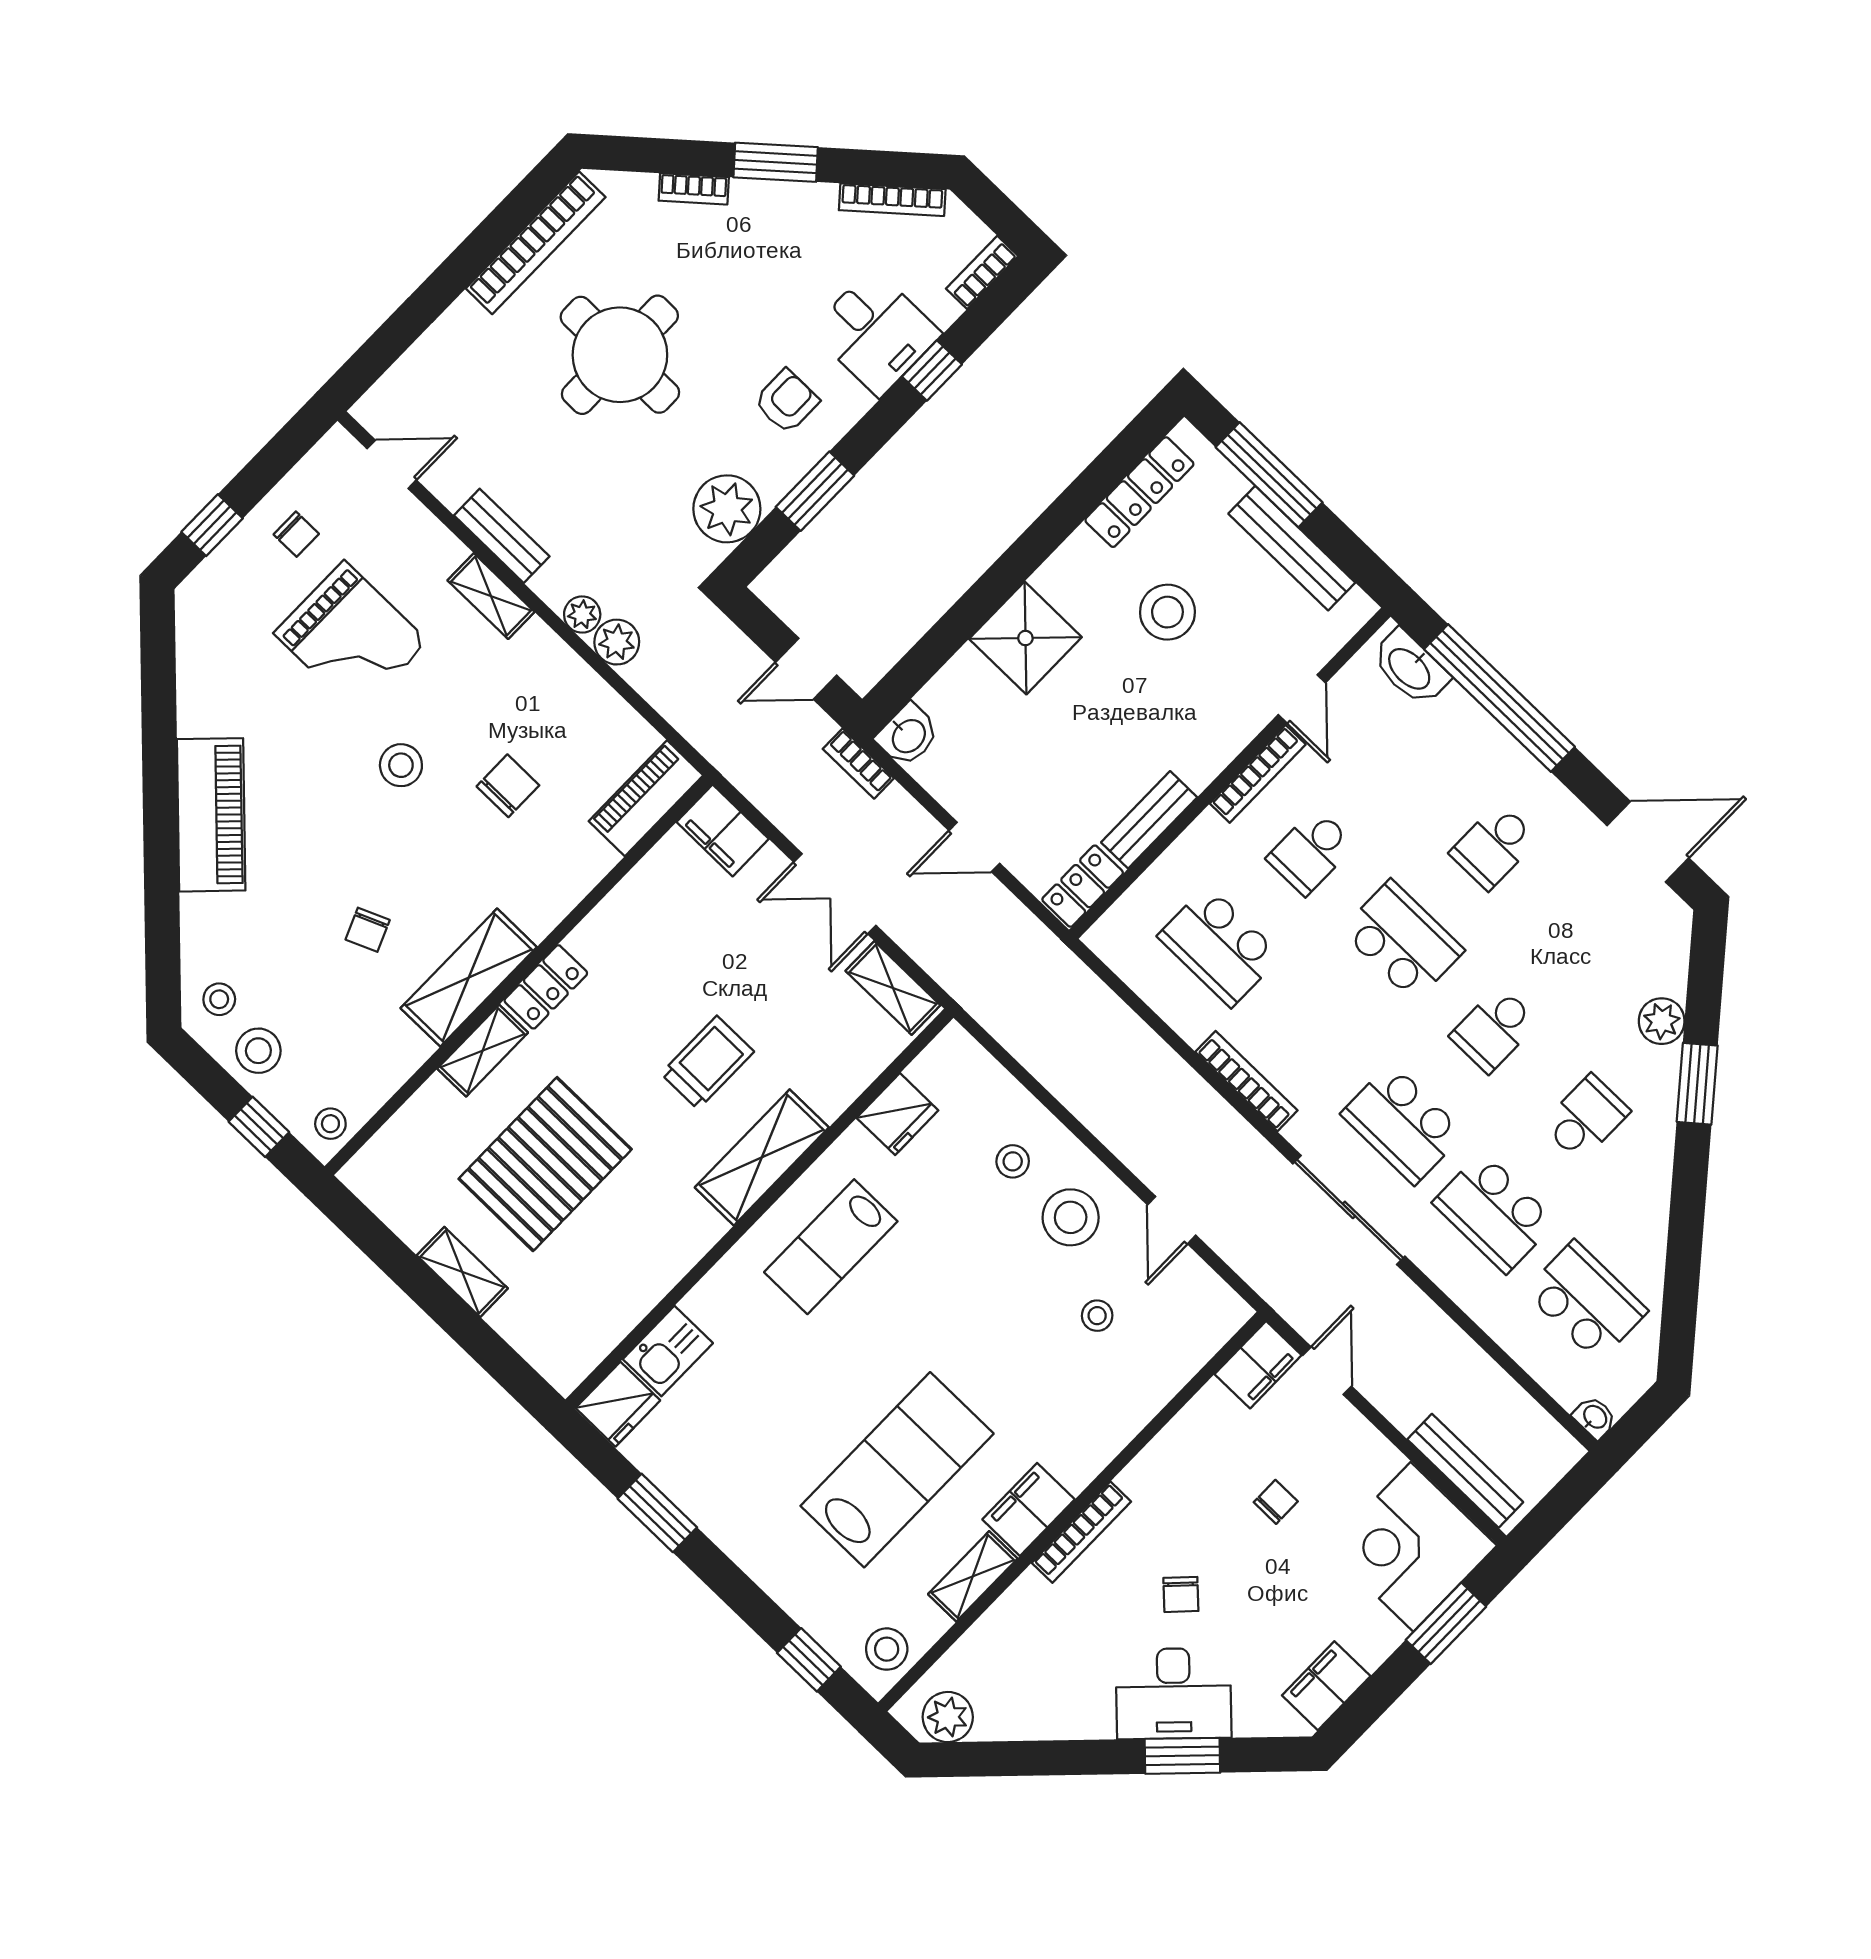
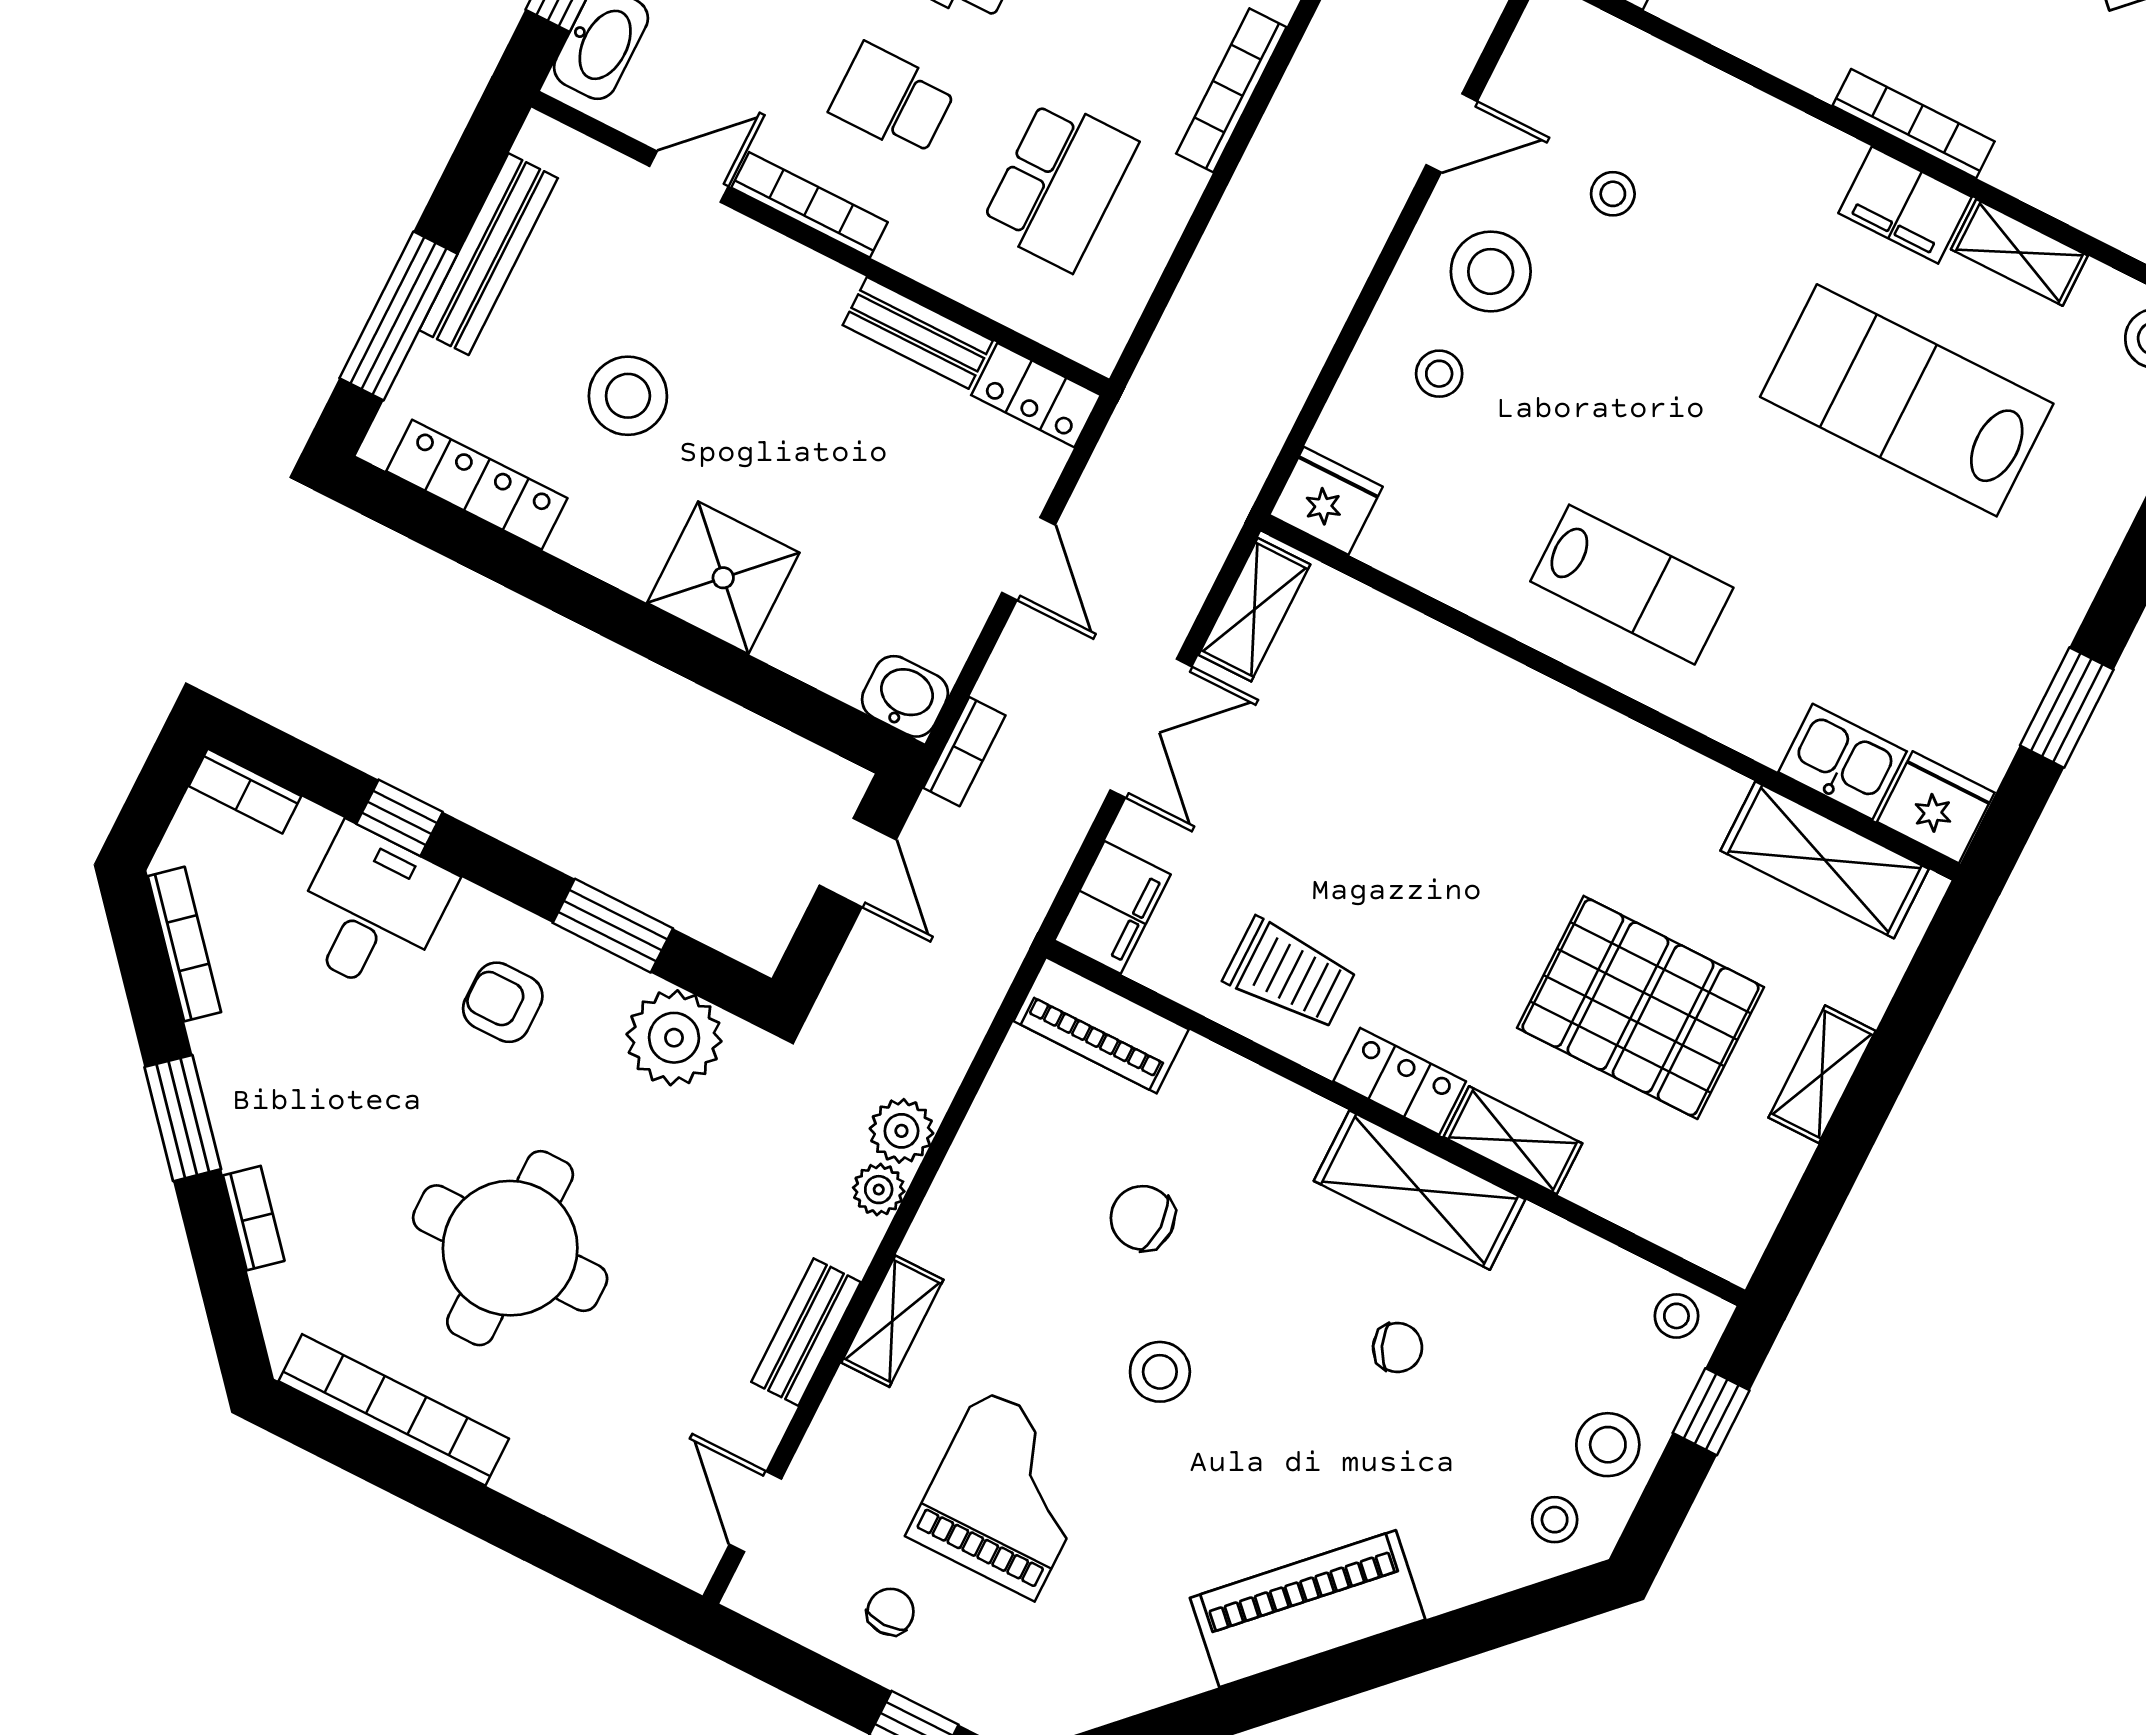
school desk: (1311, 852) -> (893, 100), turned 180
trolley: (707, 1063) -> (1290, 974), moved, turned 180
fridge: (897, 1114) -> (1326, 501), moved
shelving: (762, 1157) -> (1825, 860), moved

